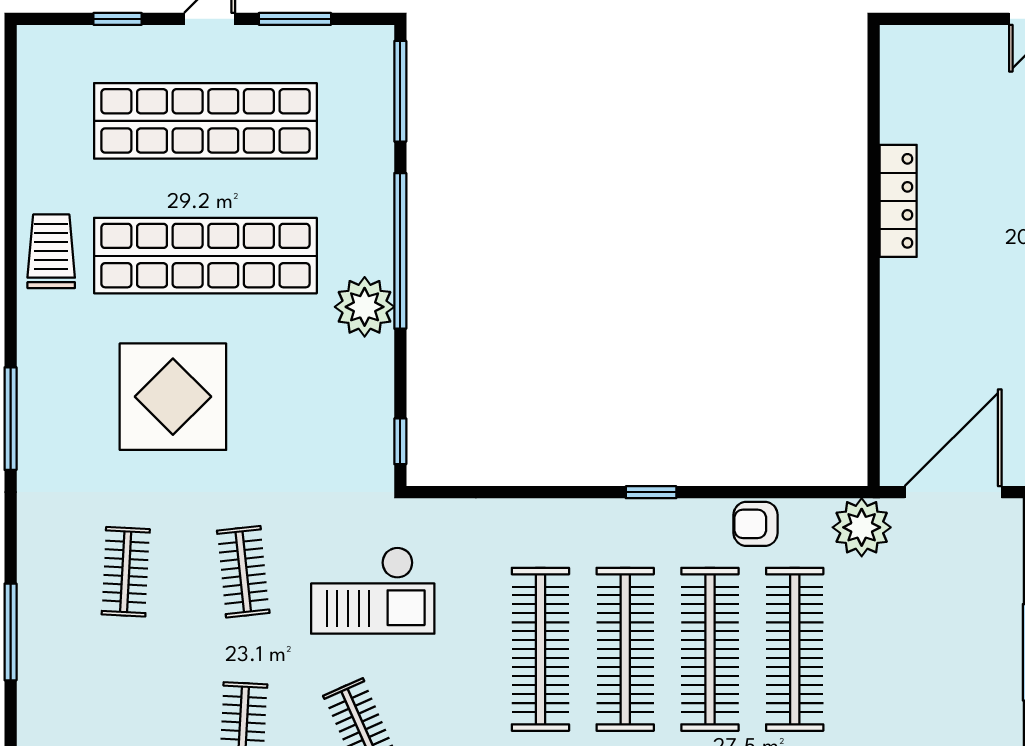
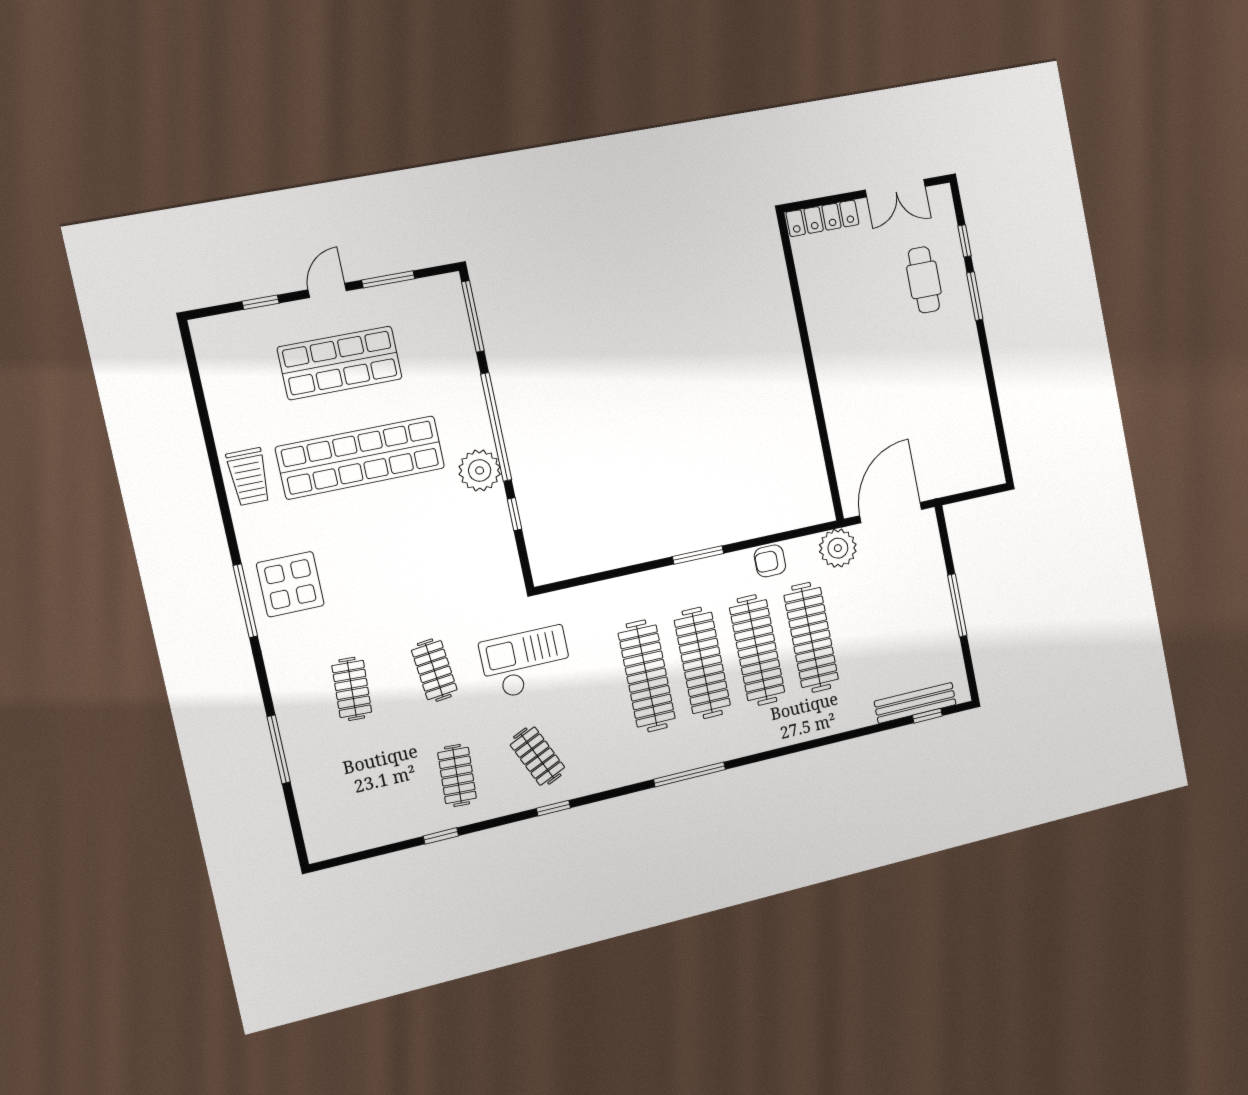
shop shelf: (205, 121) -> (340, 363), width x0.71
locker: (898, 201) -> (823, 218), moved, turned 90
trolley: (51, 251) -> (249, 477), turned 180
display table: (173, 397) -> (290, 584), moved, width x0.73, depth x0.73
window: (400, 441) -> (515, 514), moved
window: (651, 492) -> (698, 555), width x1.50
checkout: (373, 590) -> (526, 662), turned 180

